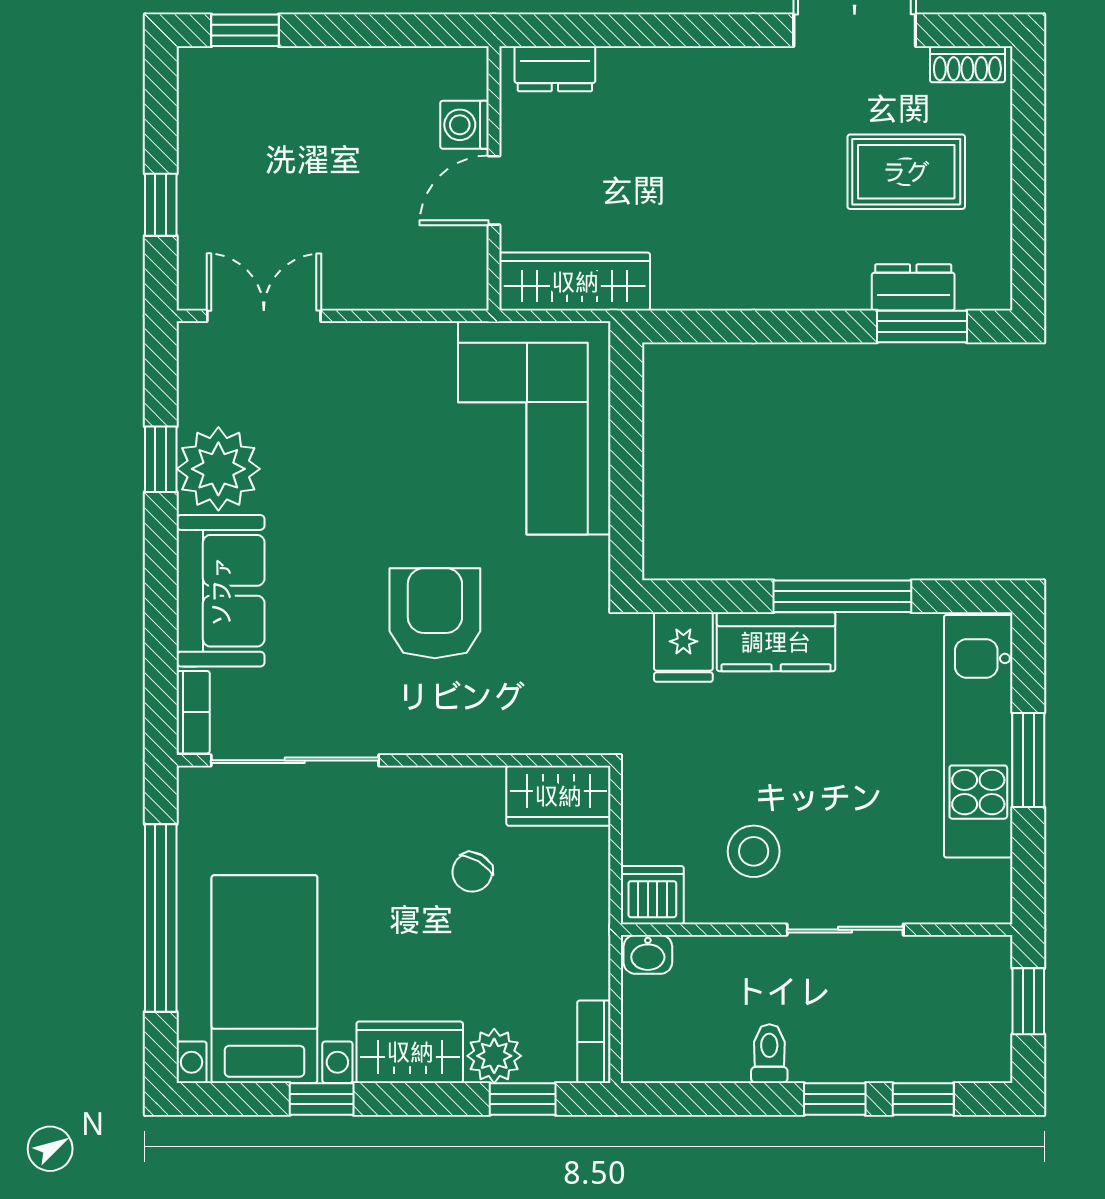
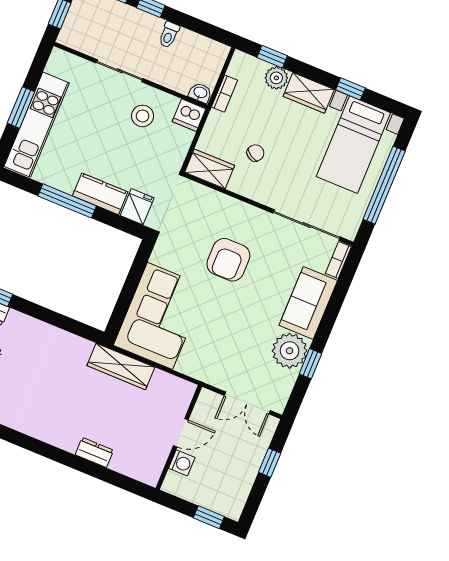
washing machine: (465, 125) -> (182, 463), moved
wall: (494, 178) -> (179, 437), moved
door: (494, 190) -> (181, 433), moved
bookcase: (594, 1042) -> (225, 94), moved

